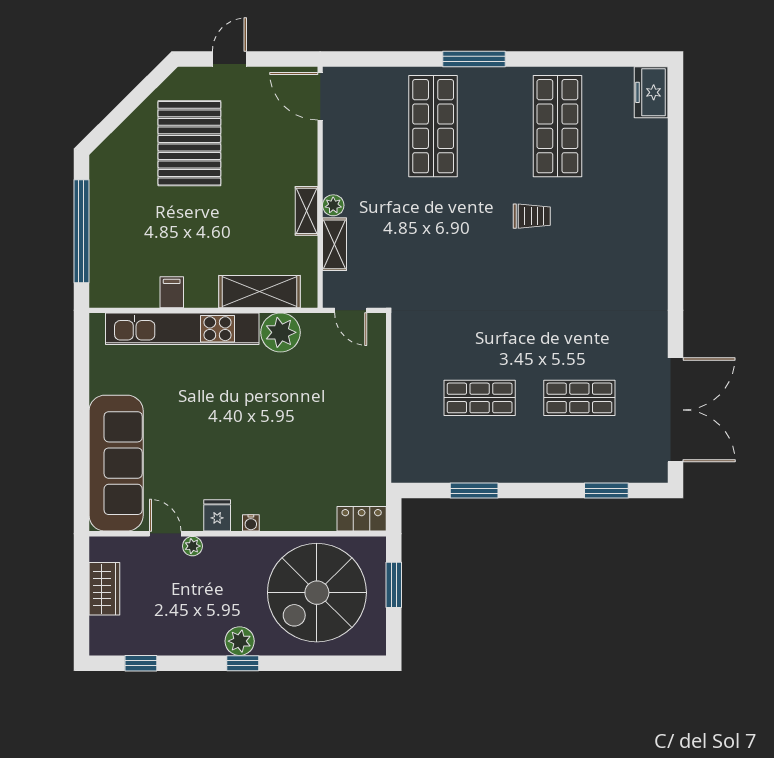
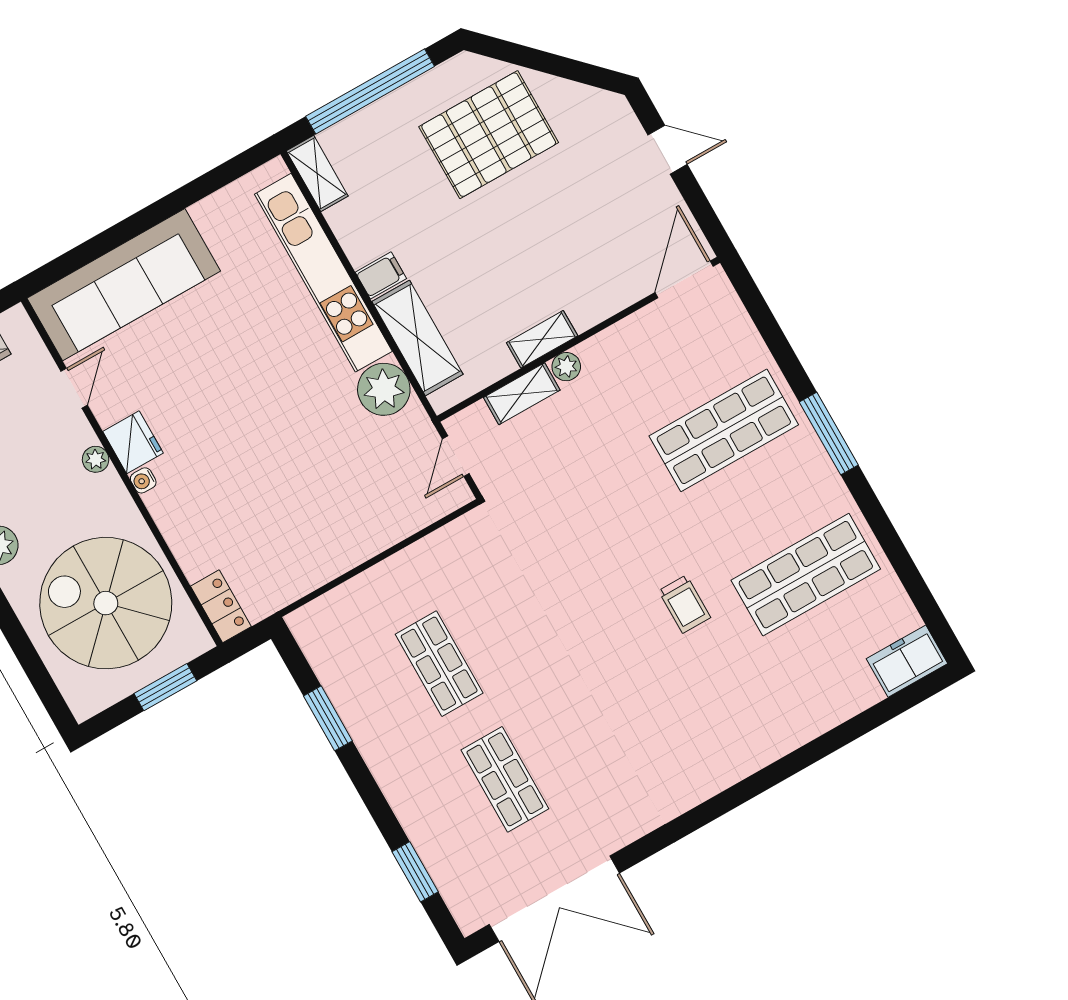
pallet: (189, 143) -> (489, 135), moved
filing cabinet: (172, 292) -> (381, 275), moved
shelving: (115, 296) -> (317, 173), added
fridge: (217, 515) -> (133, 442), width x1.38
plant: (192, 546) -> (96, 459), moved

